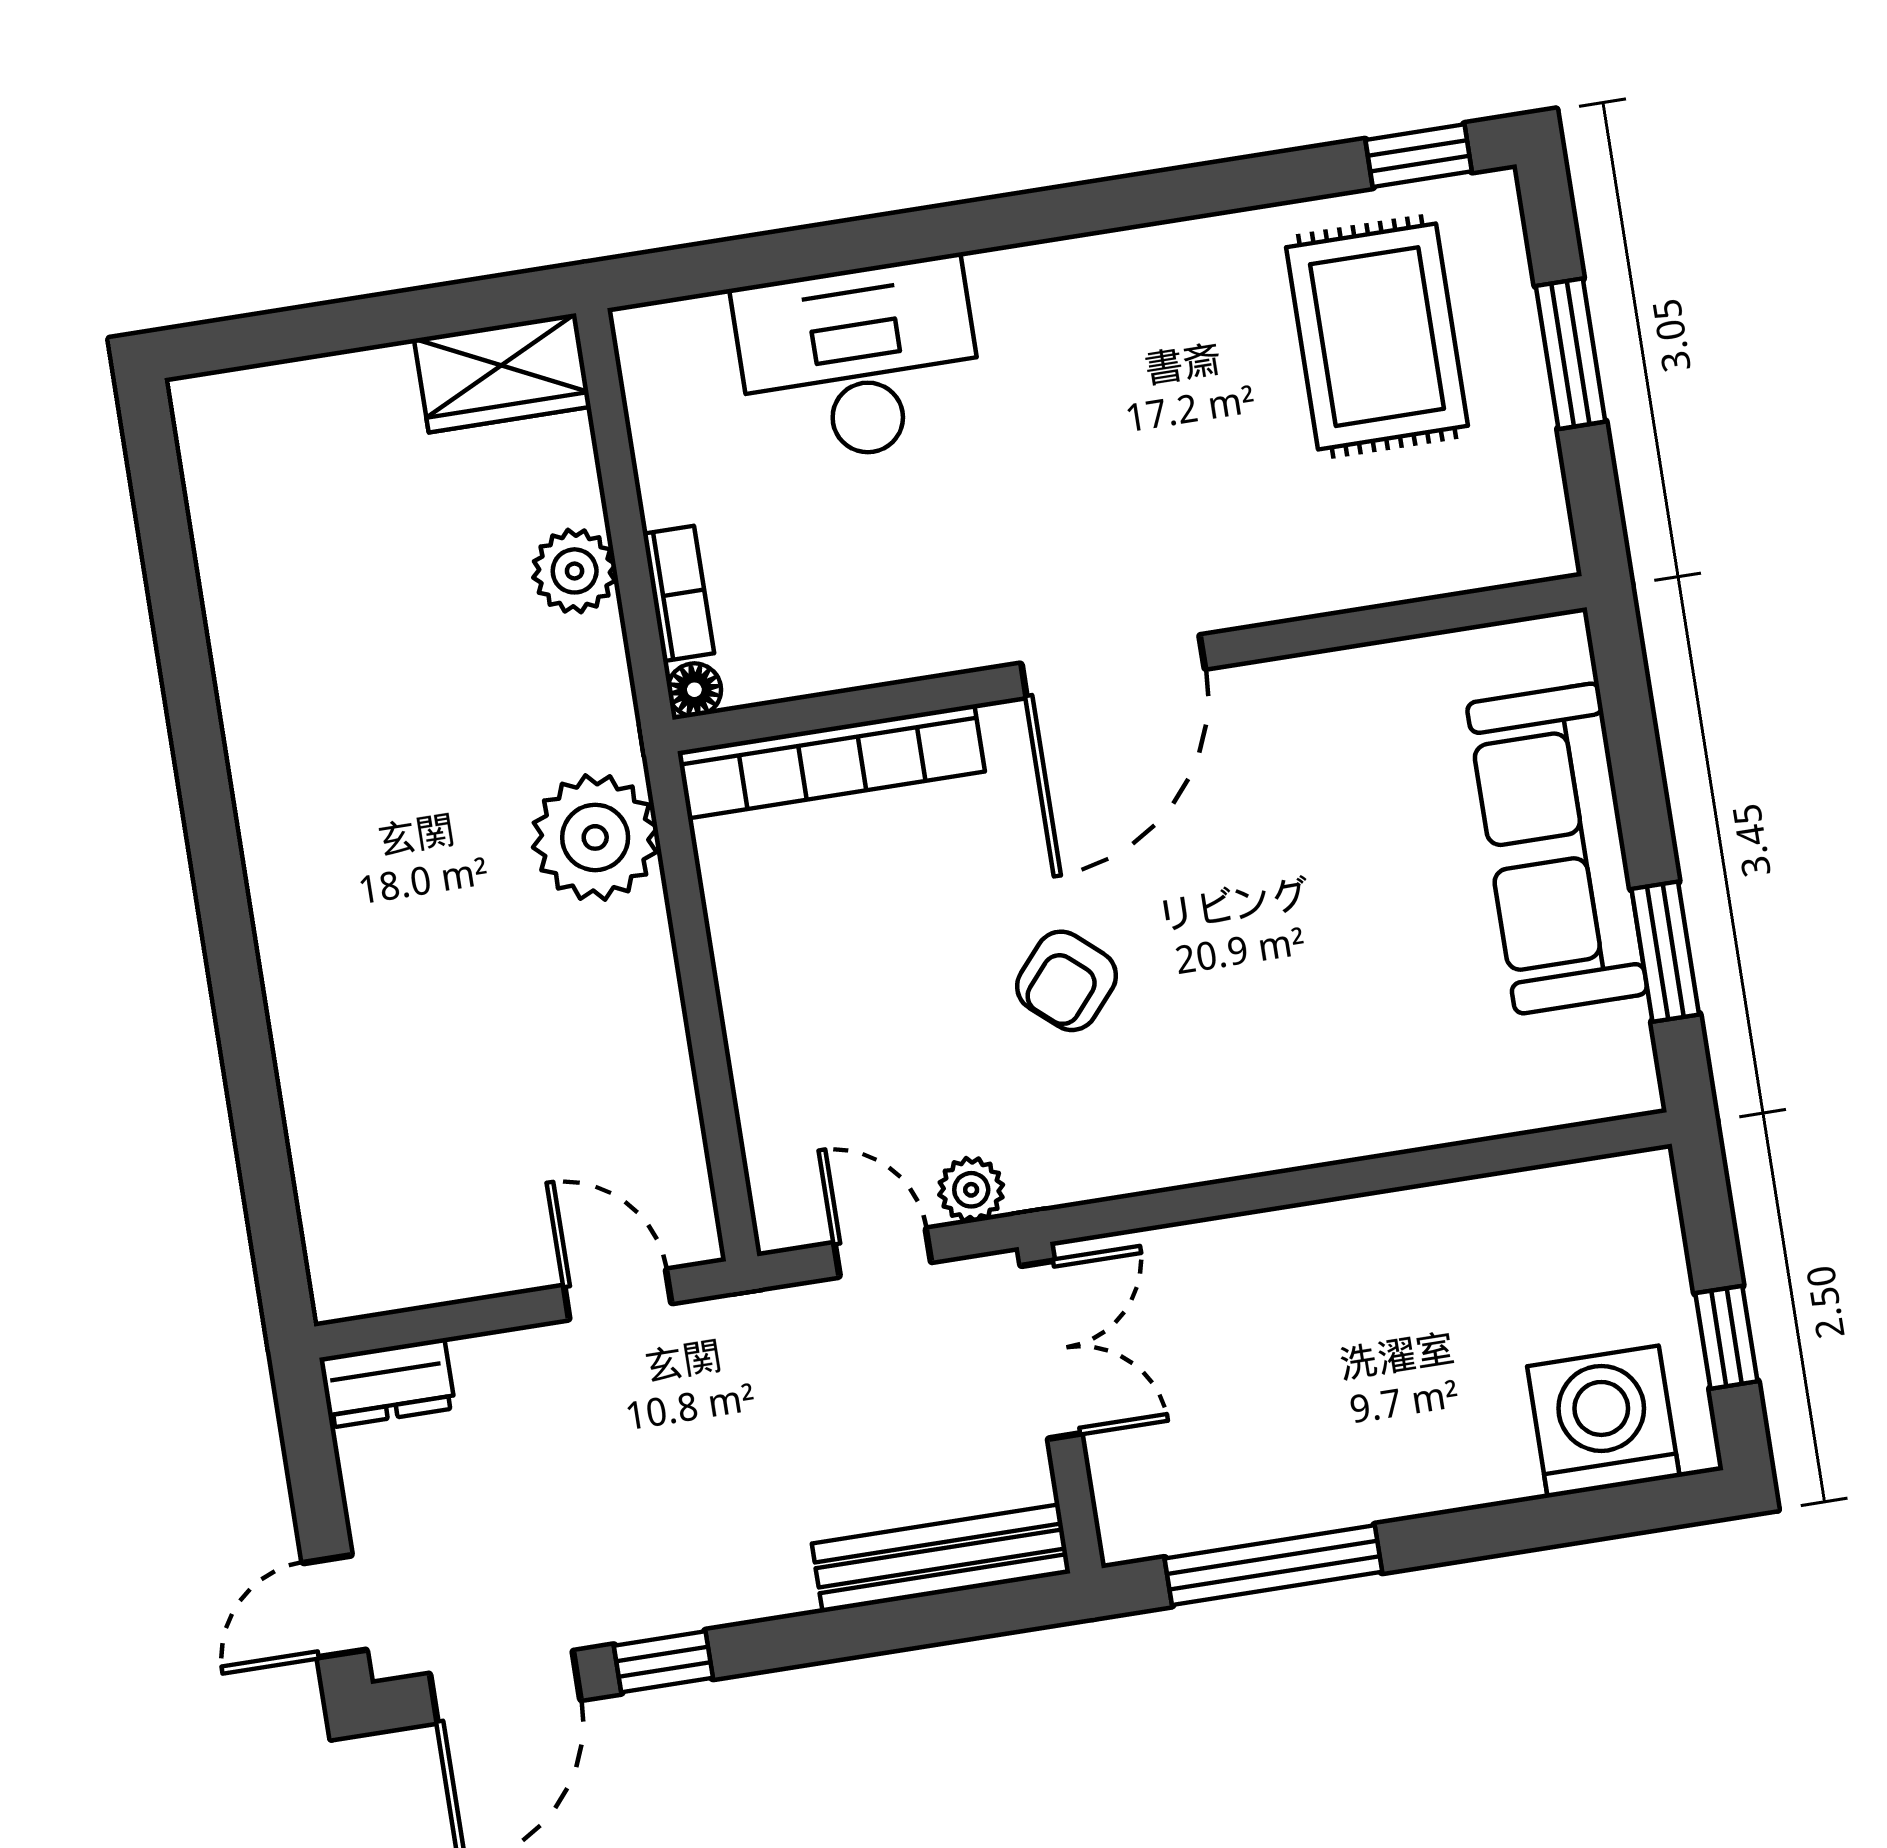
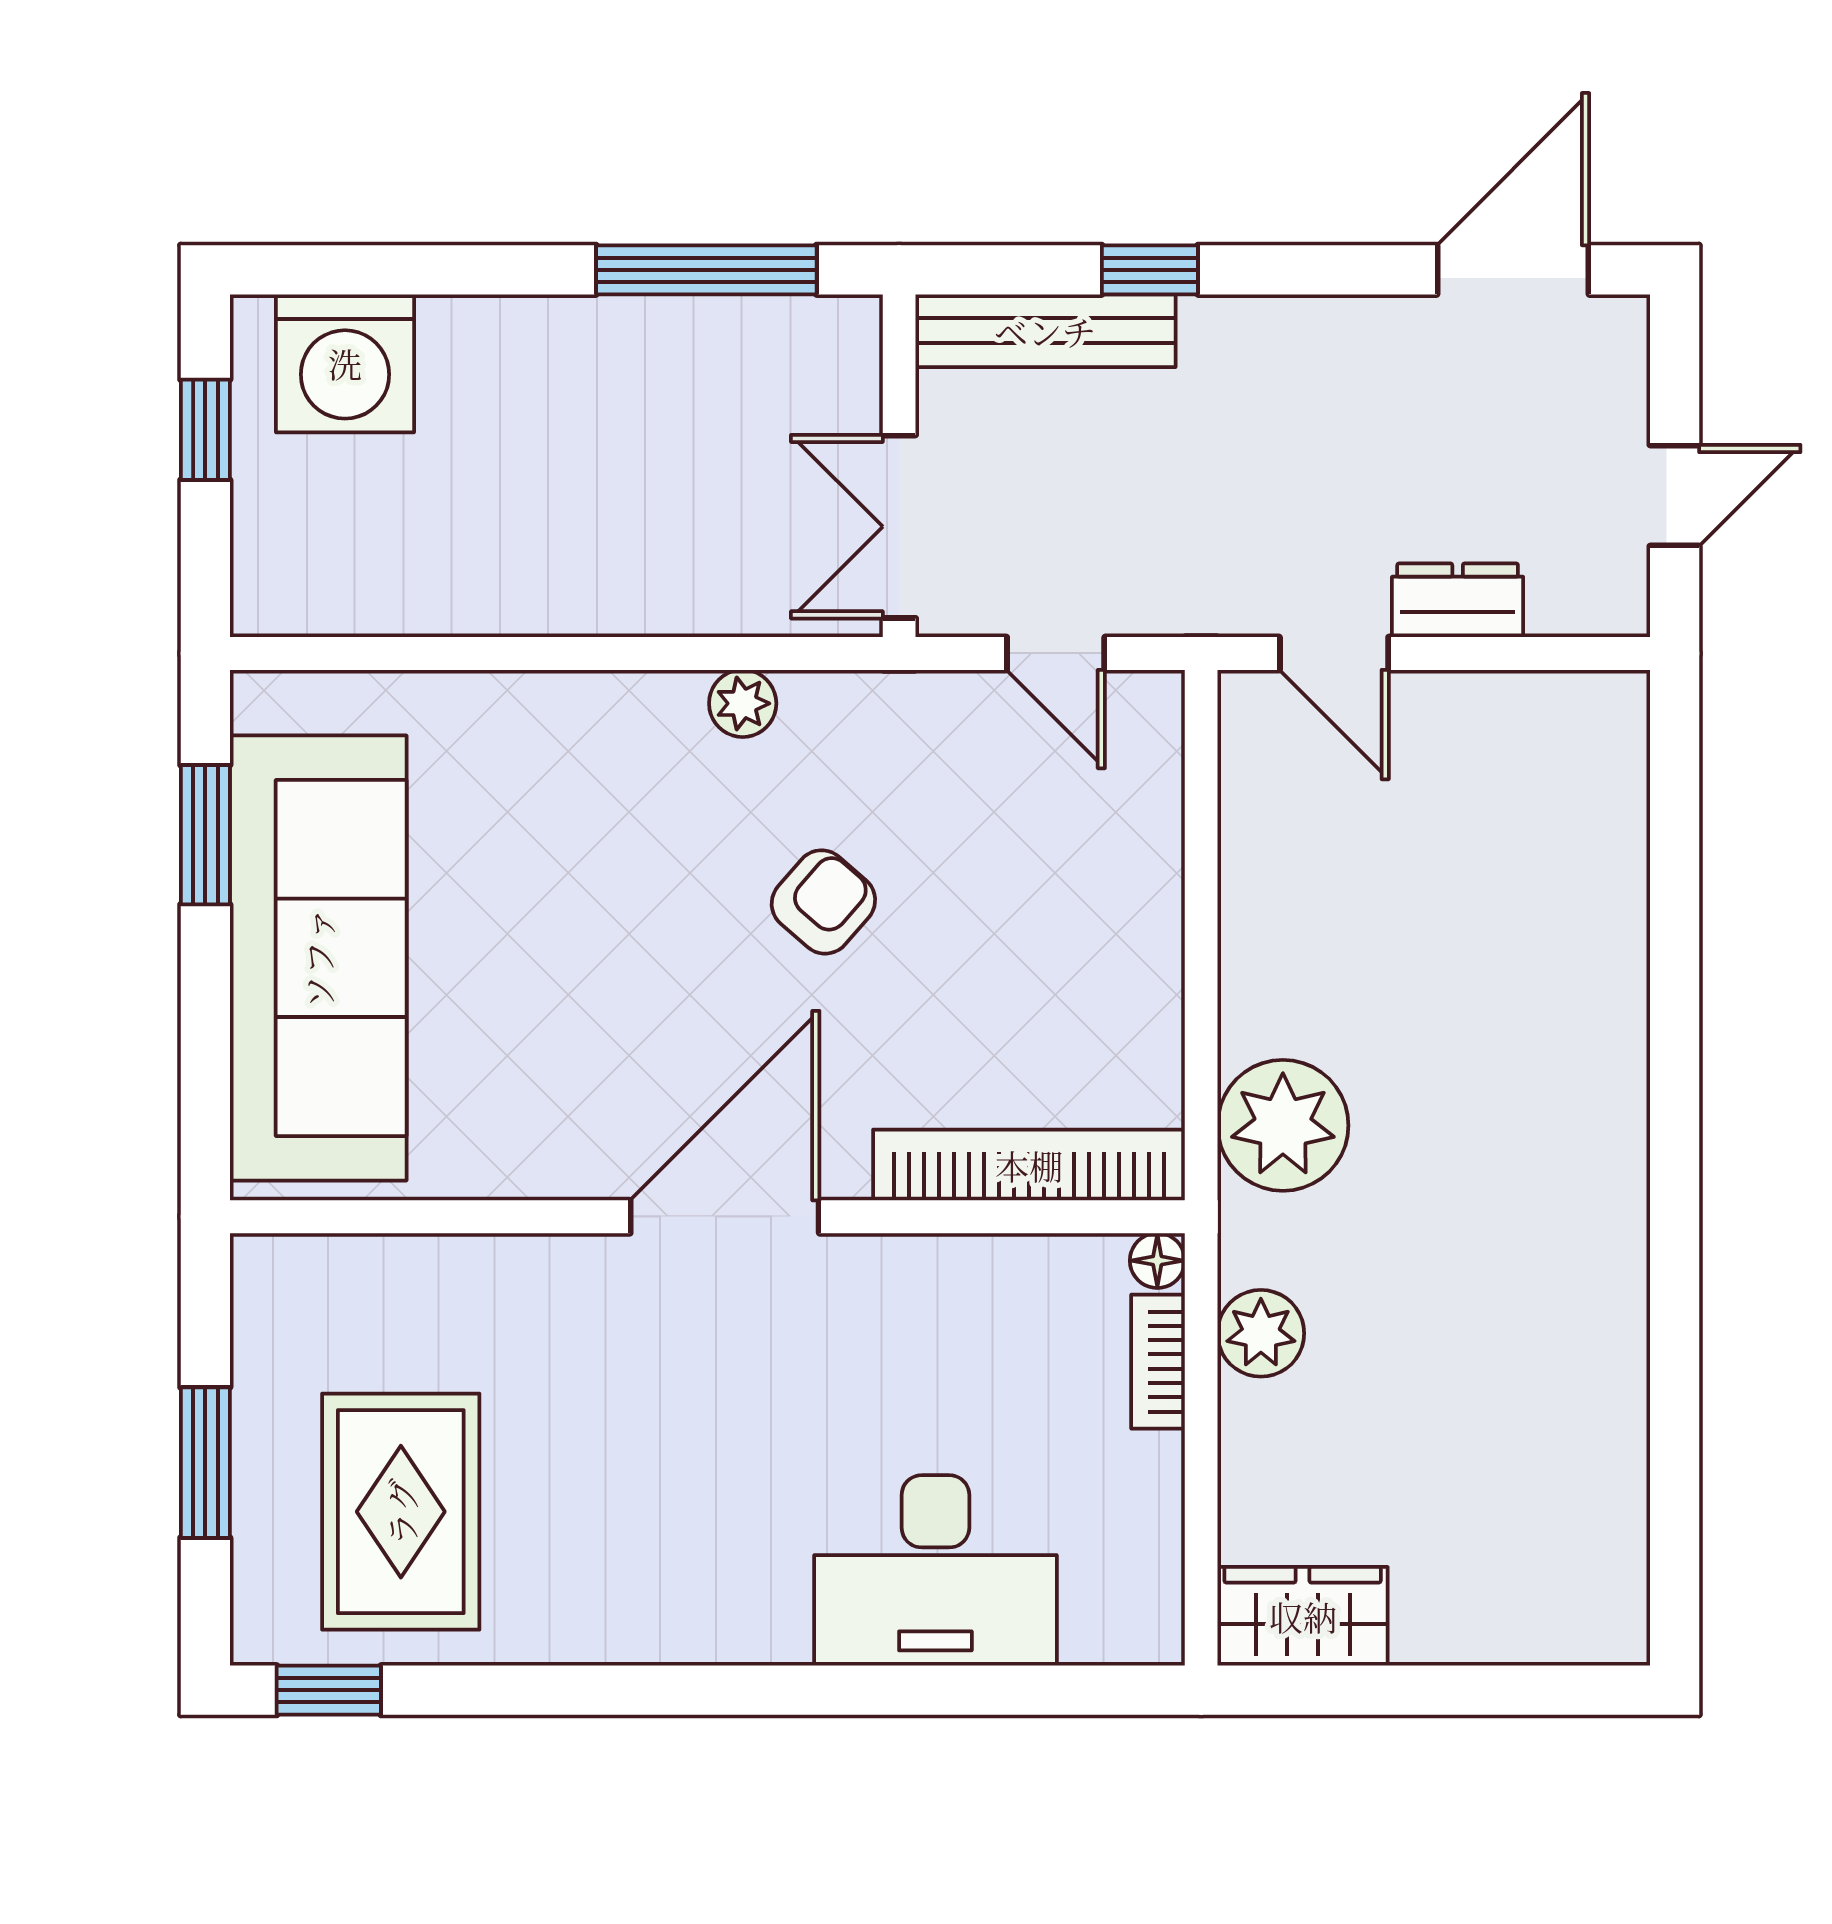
plant: (575, 571) -> (1261, 1333), moved
sofa: (1557, 848) -> (318, 958), width x1.36, depth x1.27
plant: (971, 1190) -> (743, 703), moved
dresser: (387, 1383) -> (1458, 600), moved
door: (335, 1606) -> (1675, 496), moved
window: (663, 1662) -> (1150, 270), moved

